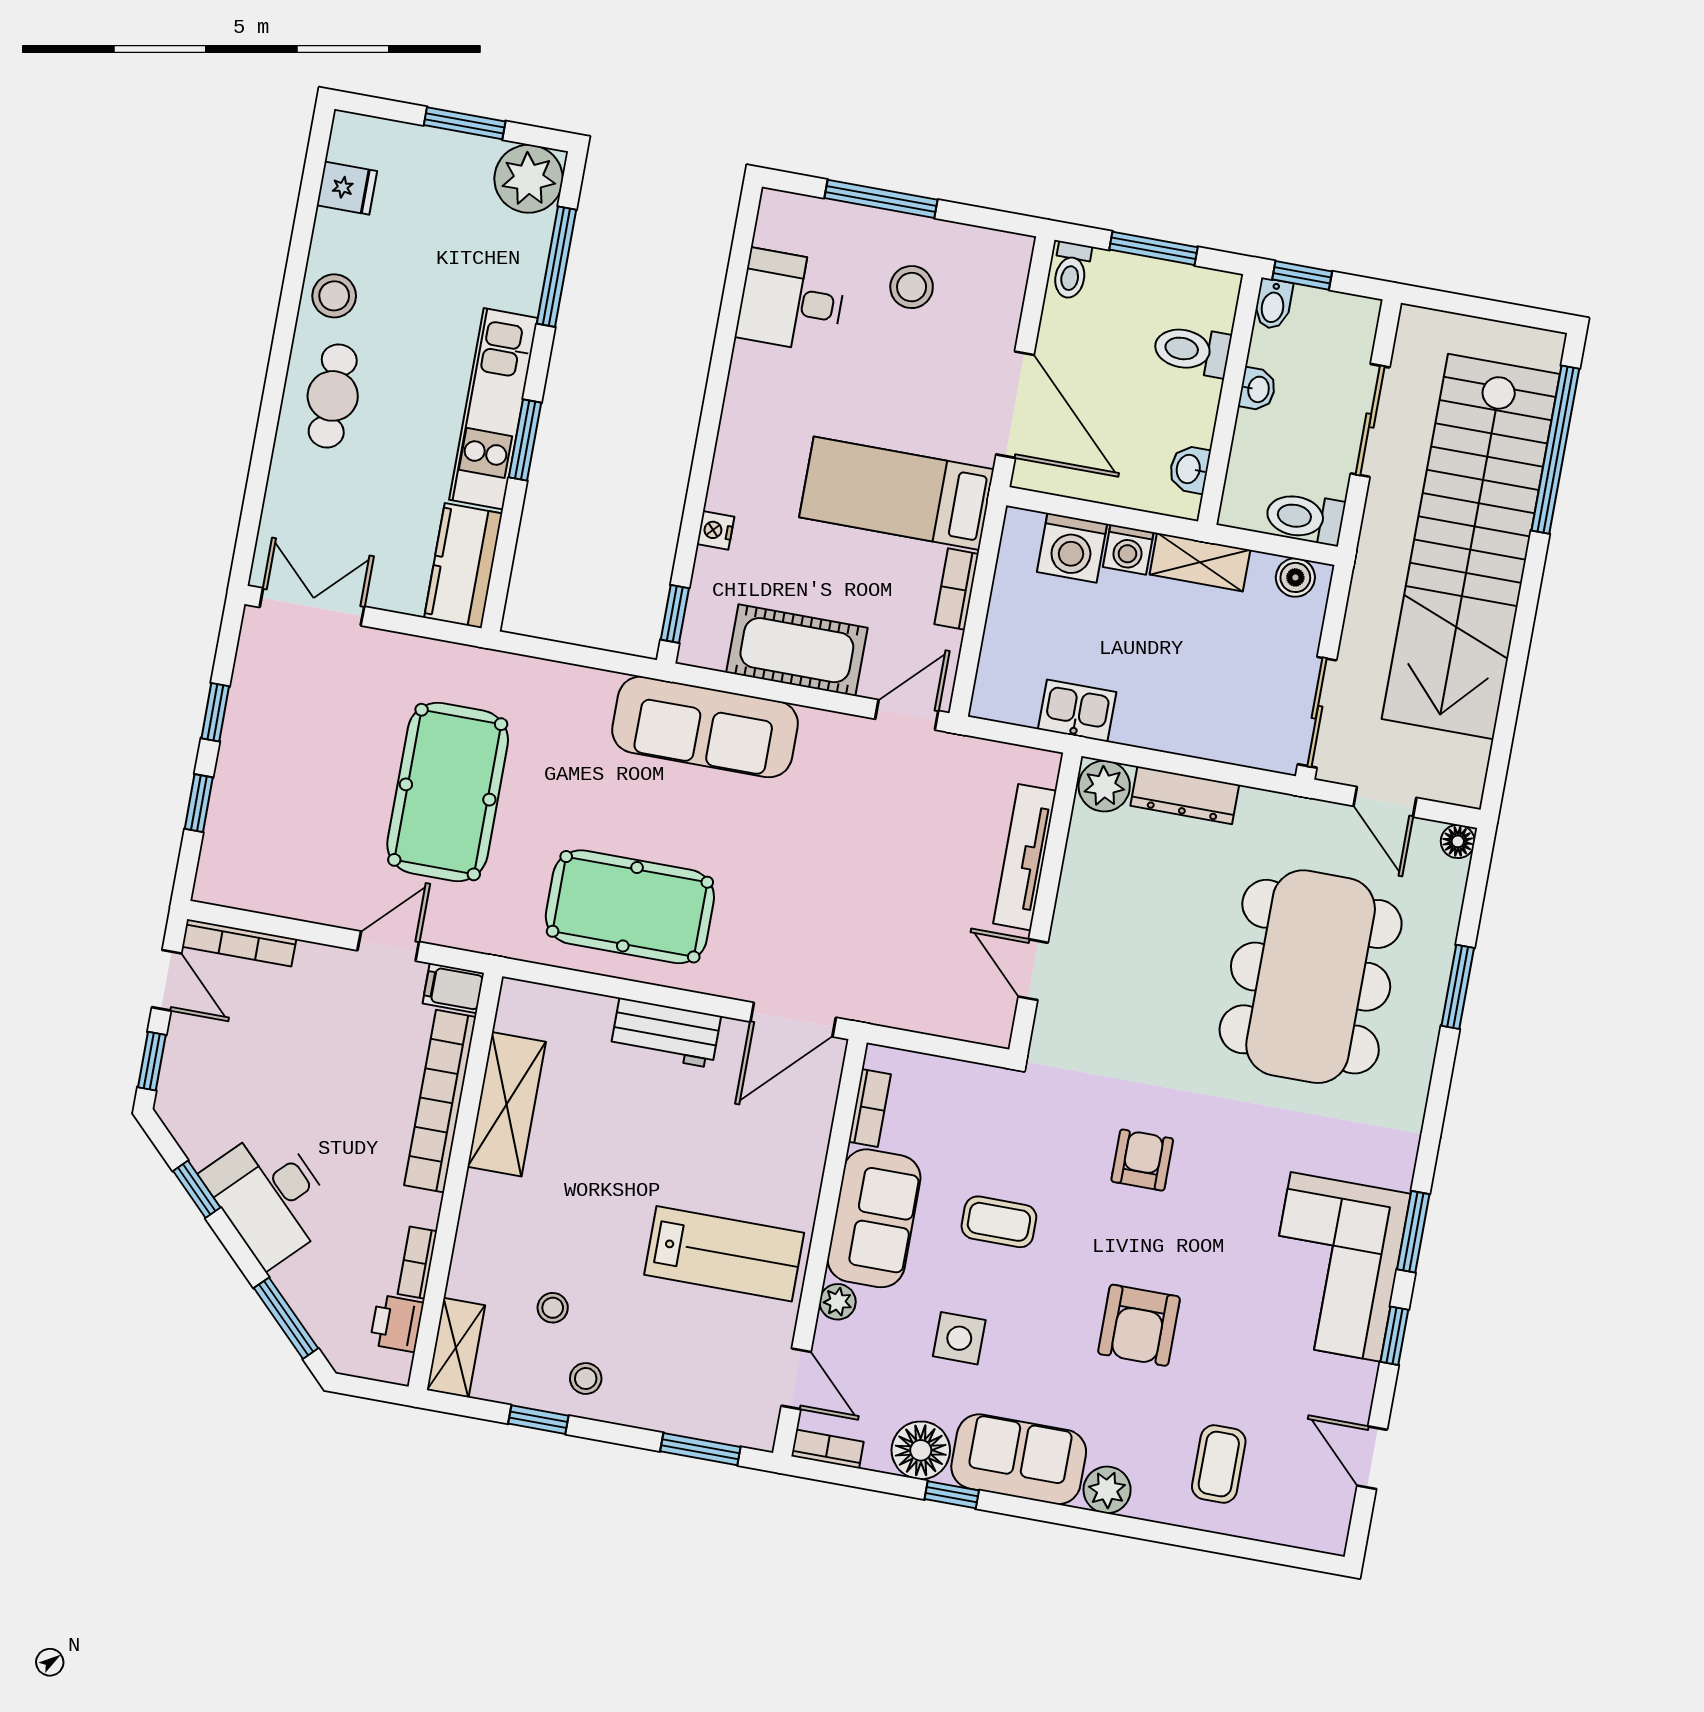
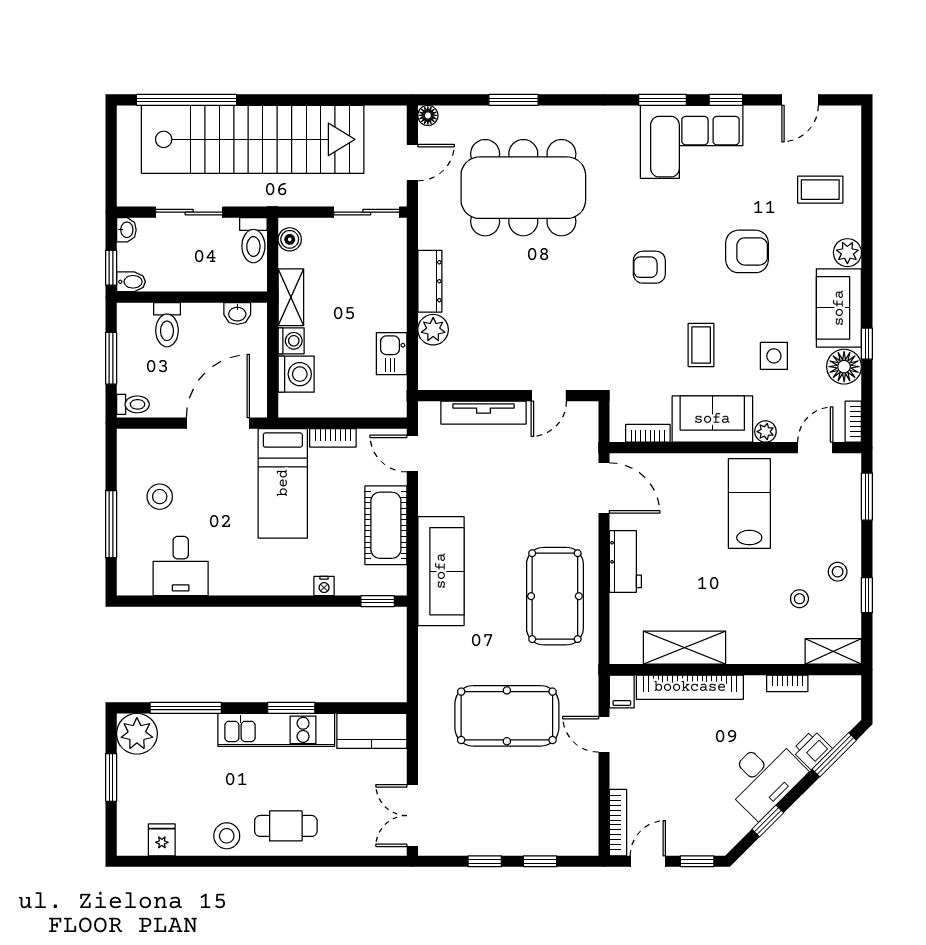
washbasin: (1258, 389) -> (126, 230), moved, turned 90
tv unit: (1025, 857) -> (483, 413), moved
wall: (1045, 903) -> (508, 396), moved
door: (1033, 970) -> (549, 396), moved
printer: (397, 1323) -> (812, 750), moved, turned 135

